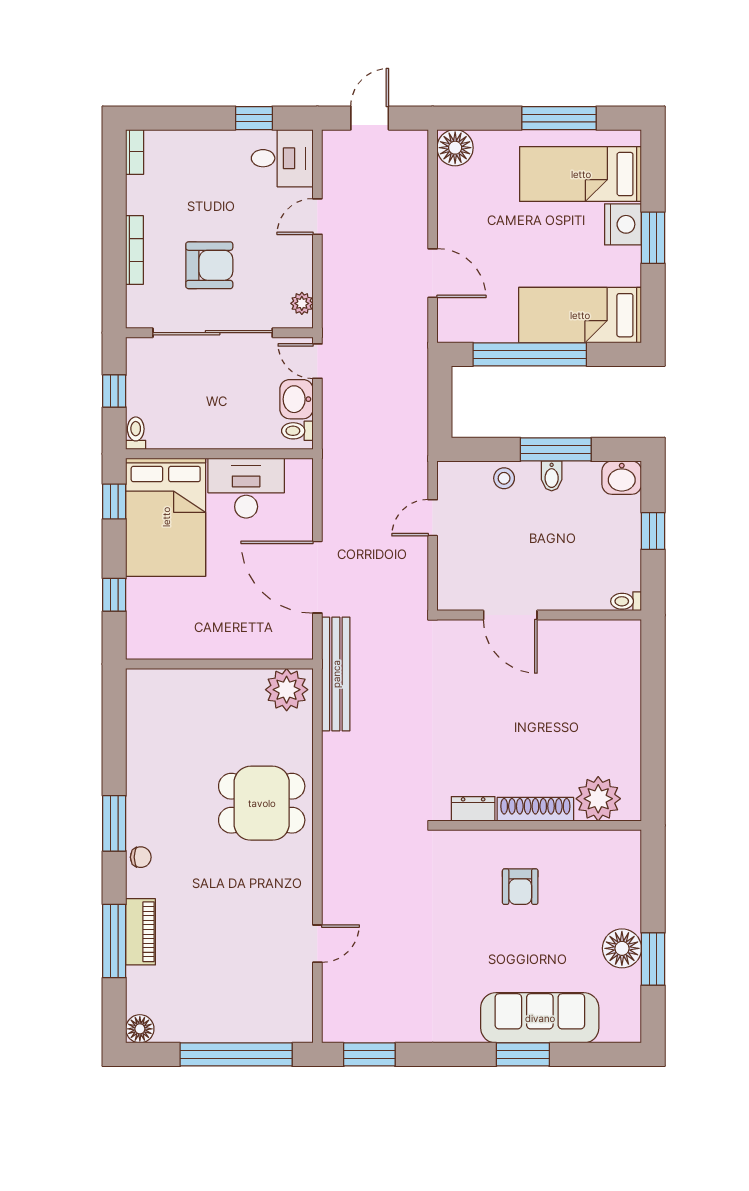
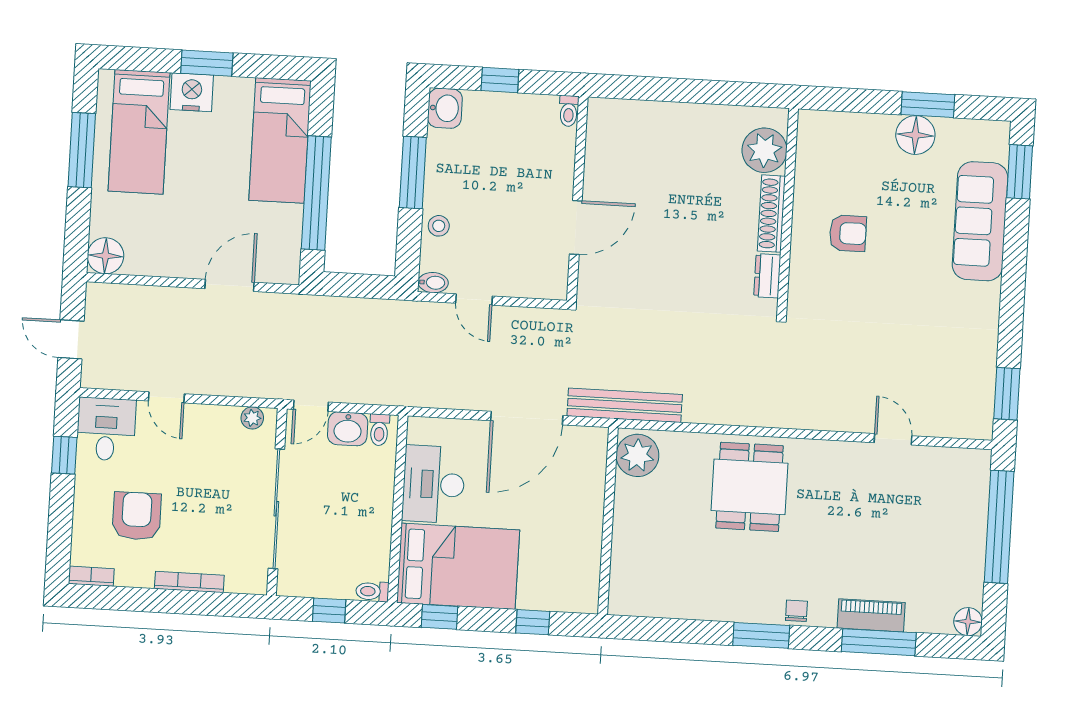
armchair: (209, 265) -> (137, 516), moved
bidet: (552, 476) -> (433, 283), moved
window: (523, 1054) -> (1020, 172), moved

